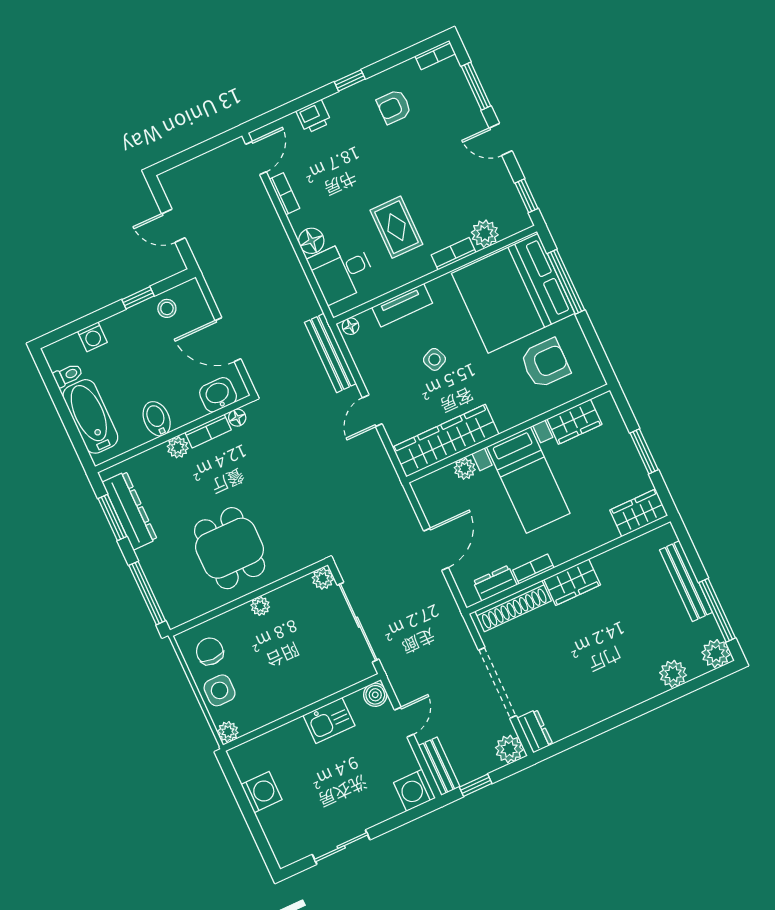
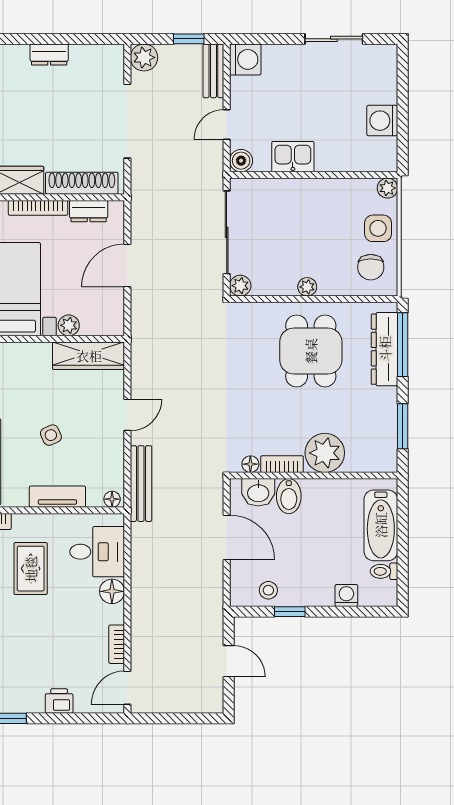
bidet: (157, 419) -> (289, 496), moved
wardrobe: (446, 441) -> (89, 356), width x0.71, depth x0.85
plant: (178, 447) -> (325, 453), width x1.88, depth x1.88
dresser: (130, 511) -> (385, 349), moved
bookcase: (533, 569) -> (38, 208), width x1.56
dresser: (535, 731) -> (49, 55), moved, turned -90

